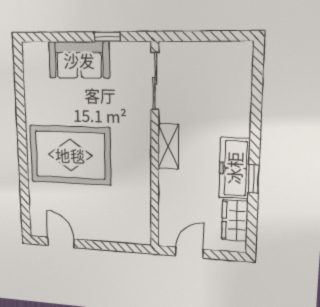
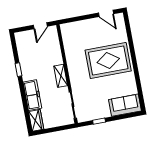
sofa: (79, 60) -> (125, 105), moved
freezer: (234, 168) -> (32, 95), moved
wardrobe: (235, 220) -> (36, 120), moved

